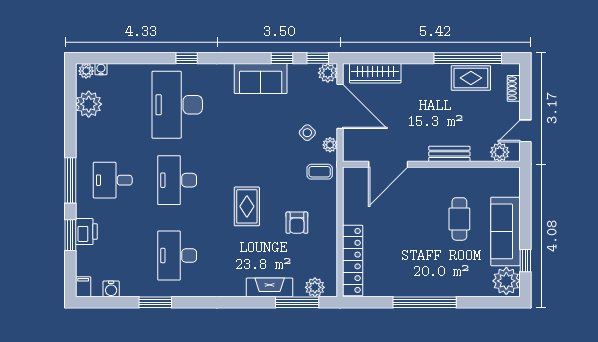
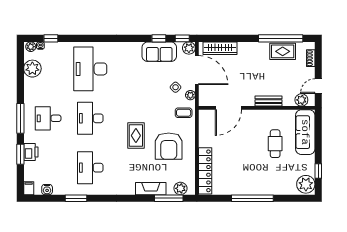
window: (187, 58) -> (51, 38), moved
sofa: (261, 78) -> (159, 52), moved
armchair: (297, 223) -> (169, 146), width x1.88, depth x1.88
sofa: (505, 231) -> (305, 132), moved

